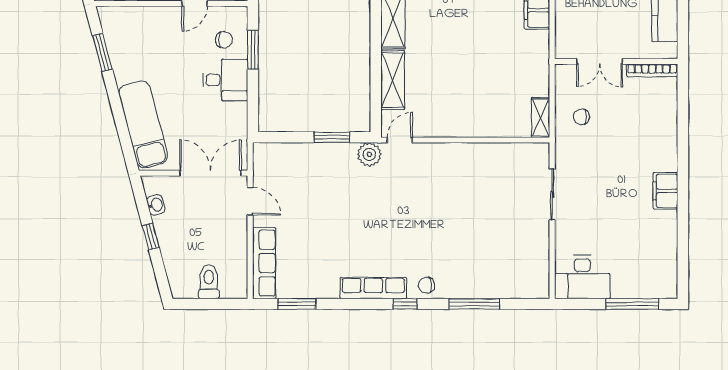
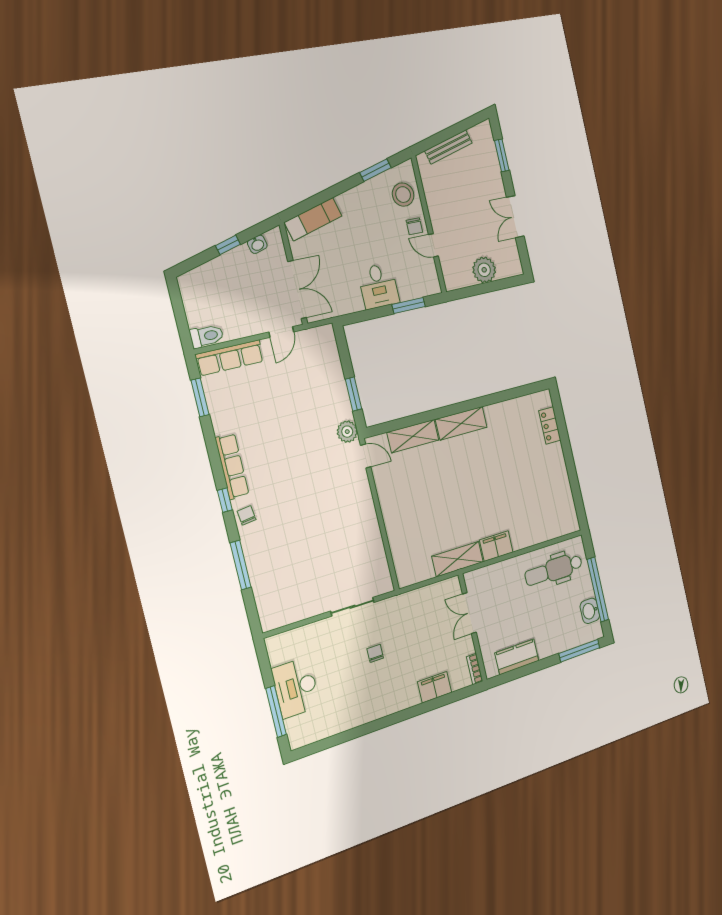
stool: (134, 26) -> (403, 195), added
chair: (224, 40) -> (414, 226), moved
bookcase: (652, 70) -> (475, 669), width x0.64
chair: (581, 117) -> (375, 653), moved
shelving: (541, 118) -> (457, 559), moved, width x1.50, depth x1.33
exam couch: (143, 124) -> (313, 219), width x0.73, depth x0.69
filing cabinet: (665, 191) -> (435, 687), moved
desk: (582, 277) -> (296, 688), moved
toilet: (209, 282) -> (207, 336), moved

